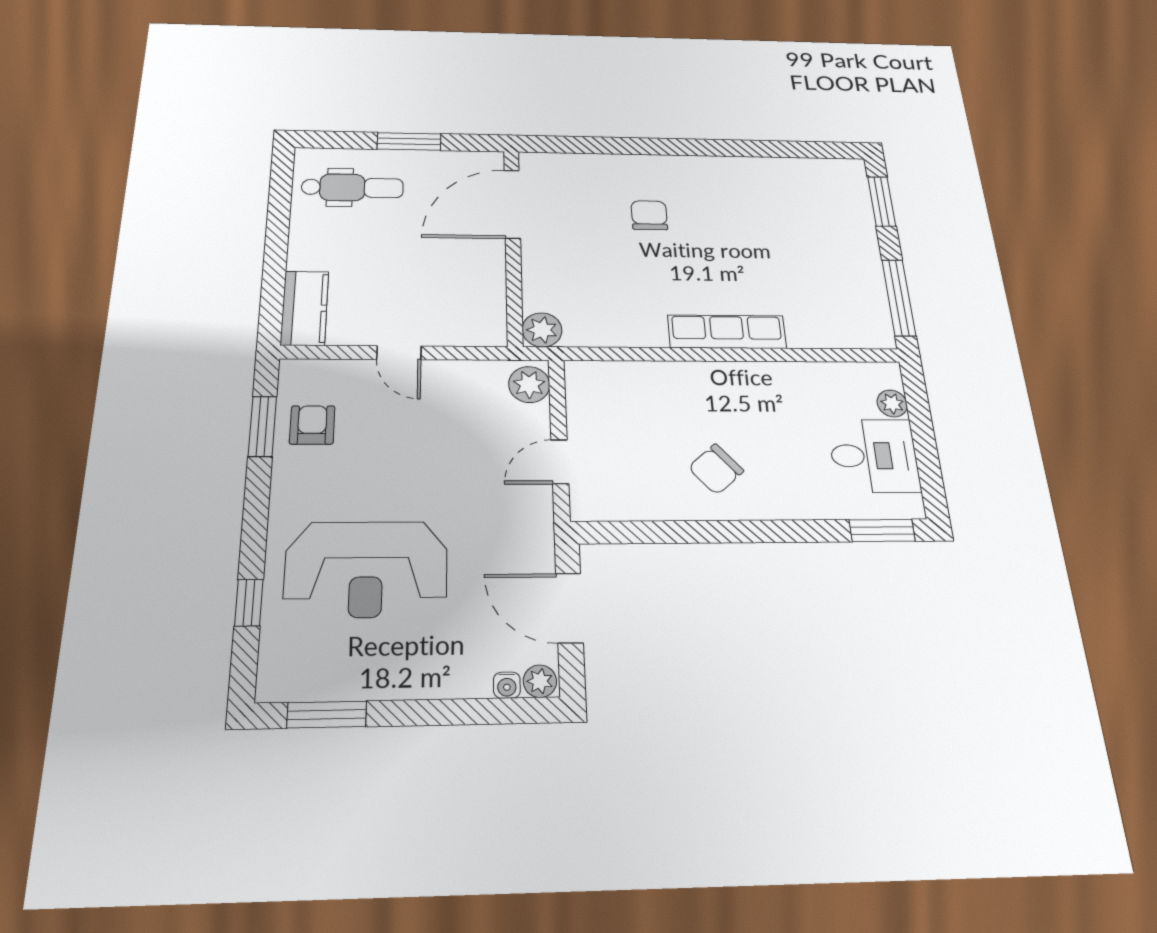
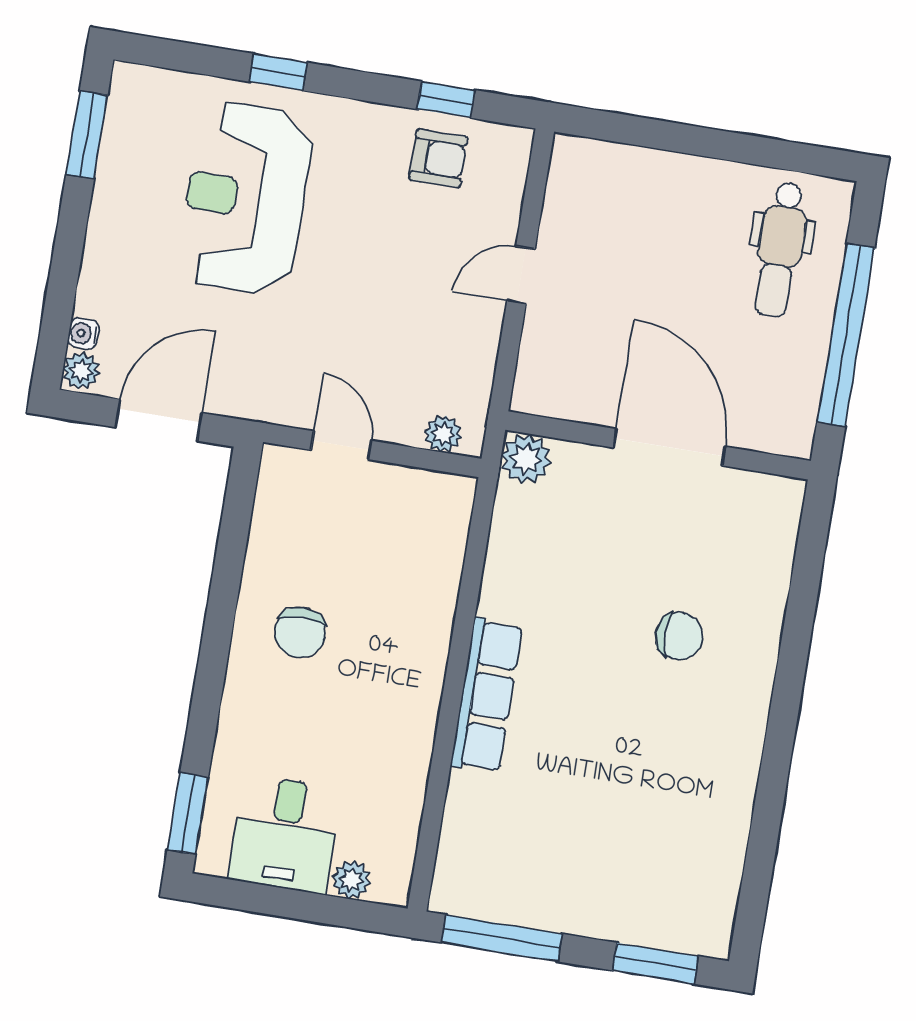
window: (409, 141) -> (846, 335), width x2.11
door: (512, 204) -> (669, 447), moved
kitchen counter: (305, 308) -> (603, 167), removed
plant: (529, 384) -> (443, 434), width x0.73, depth x0.73
window: (262, 426) -> (446, 100), width x0.67
chair: (716, 469) -> (300, 633), turned -139
window: (249, 603) -> (278, 72), moved

